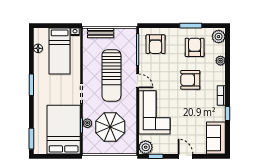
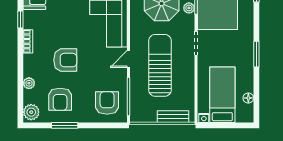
door: (138, 81) -> (129, 59), hinge flipped

